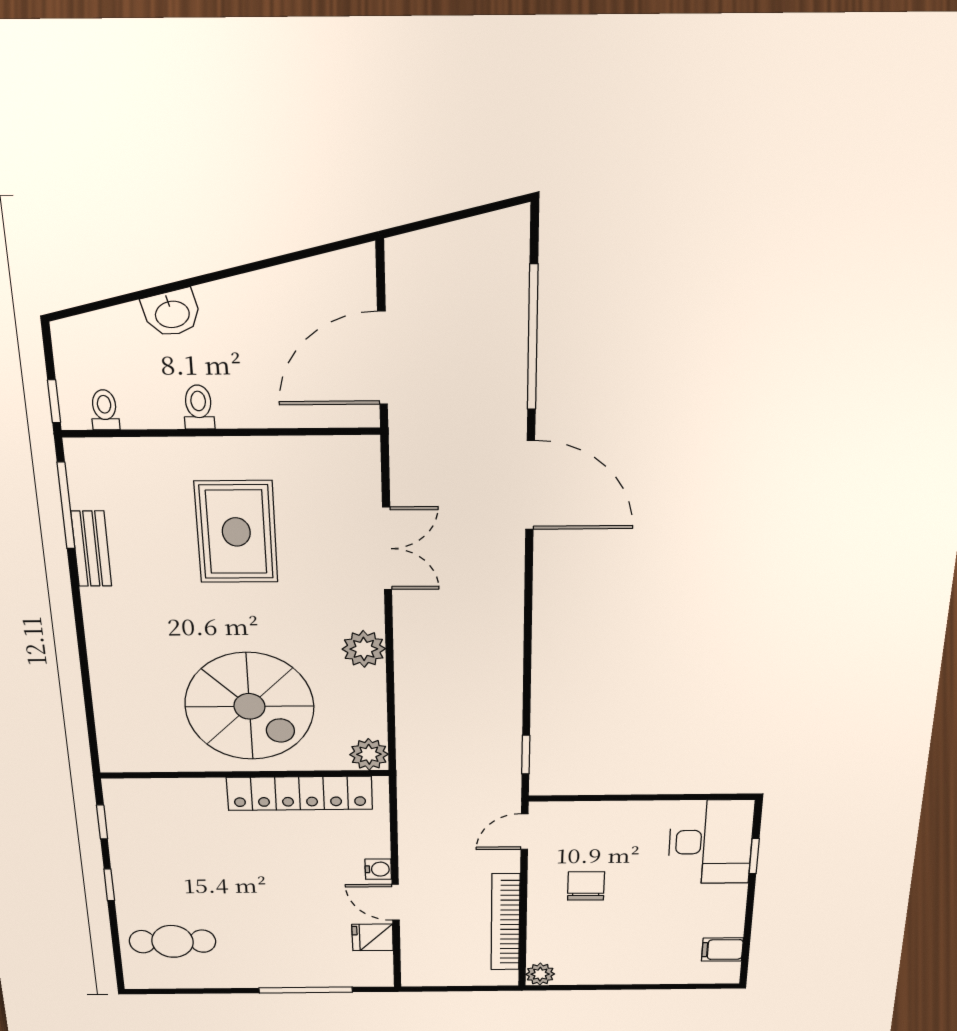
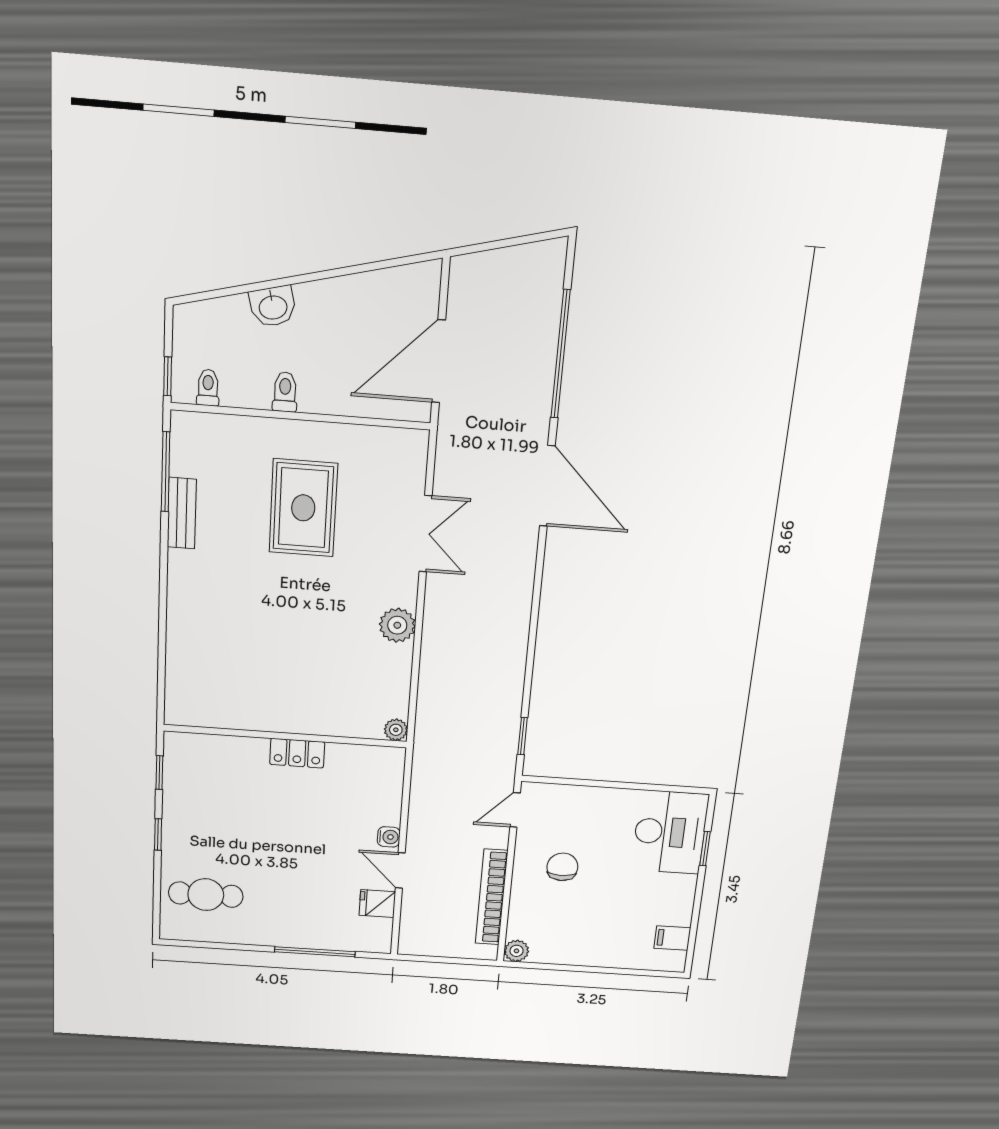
spiral stairs: (249, 706) -> (296, 672), removed
plant: (369, 754) -> (396, 730), width x0.73, depth x0.73
locker: (300, 793) -> (297, 753), width x0.46, depth x0.83

